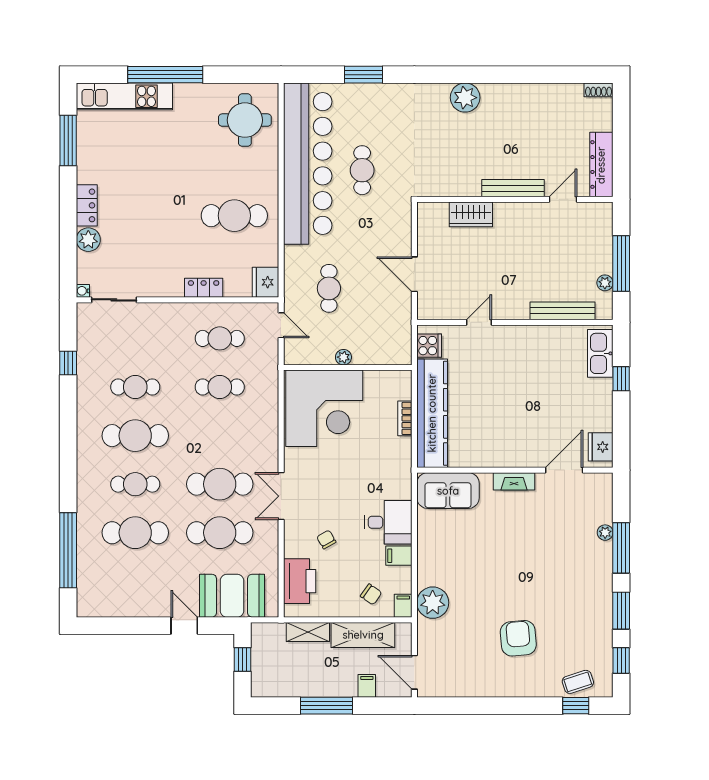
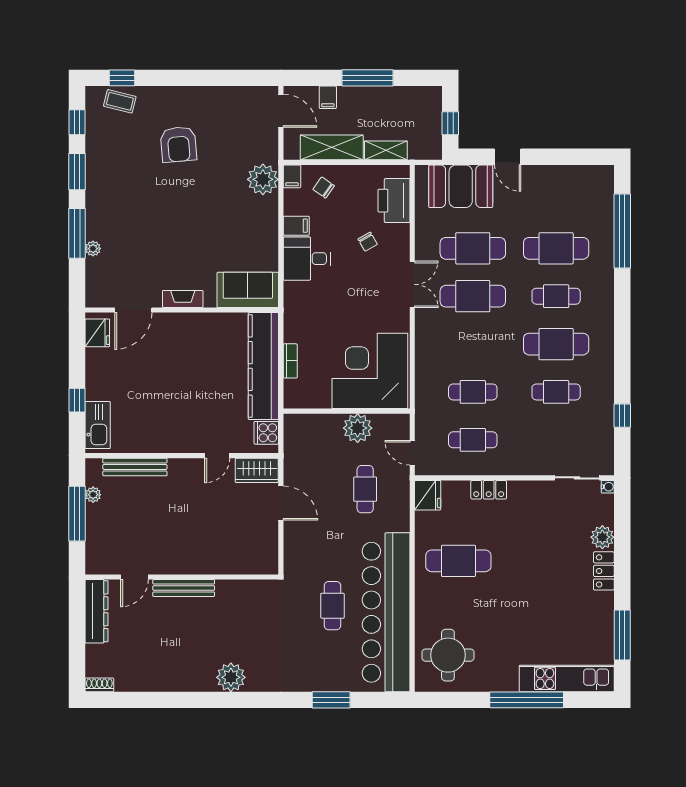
wardrobe: (471, 214) -> (257, 470), moved, turned 180
plant: (343, 357) -> (358, 428), width x1.87, depth x1.87
coffee table: (578, 682) -> (120, 101), turned 32

